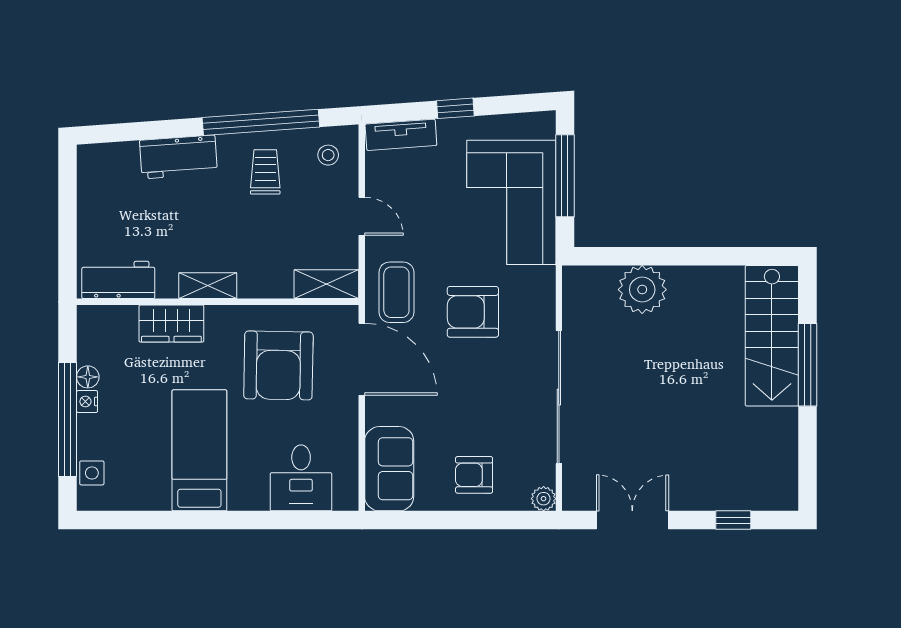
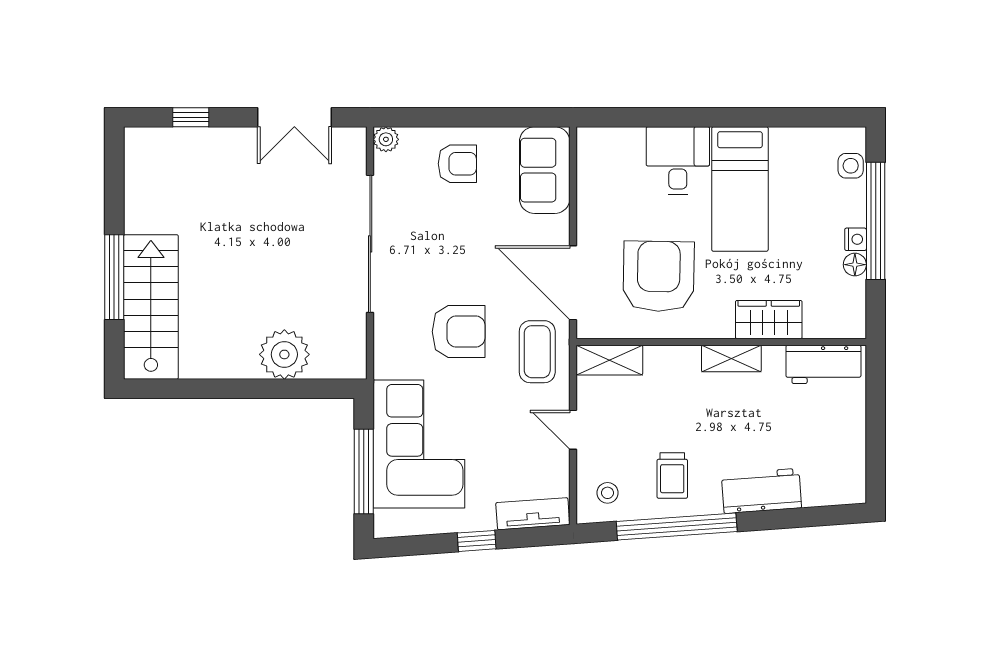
desk: (301, 478) -> (678, 161), moved

